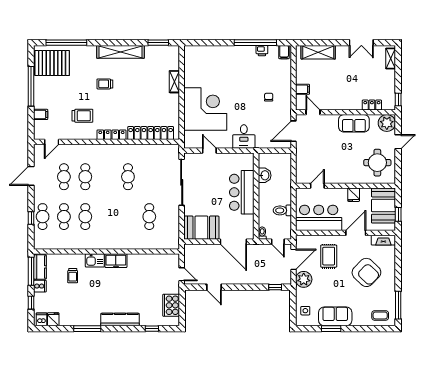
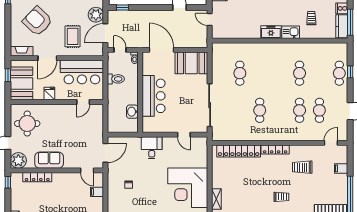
locker: (372, 105) -> (37, 177), width x1.53
corner desk: (205, 109) -> (188, 188), moved
cafe table: (64, 217) -> (319, 73), removed

